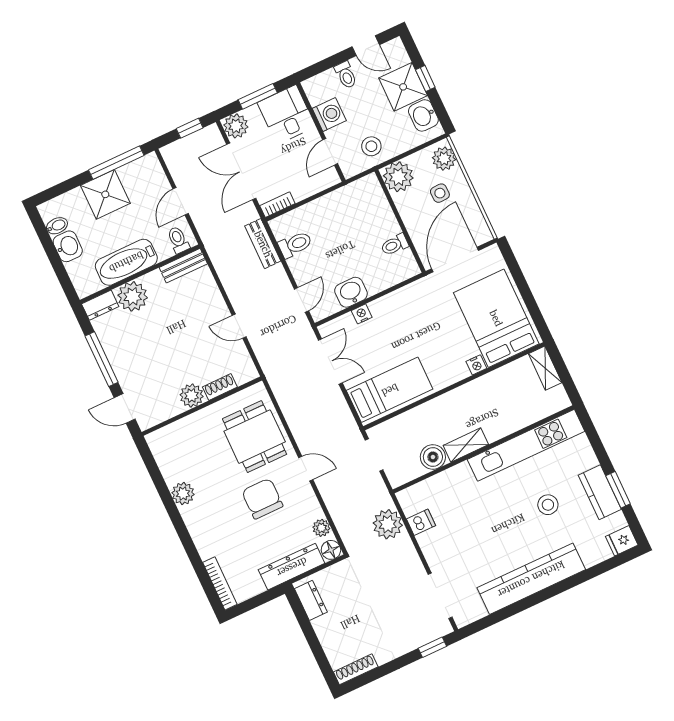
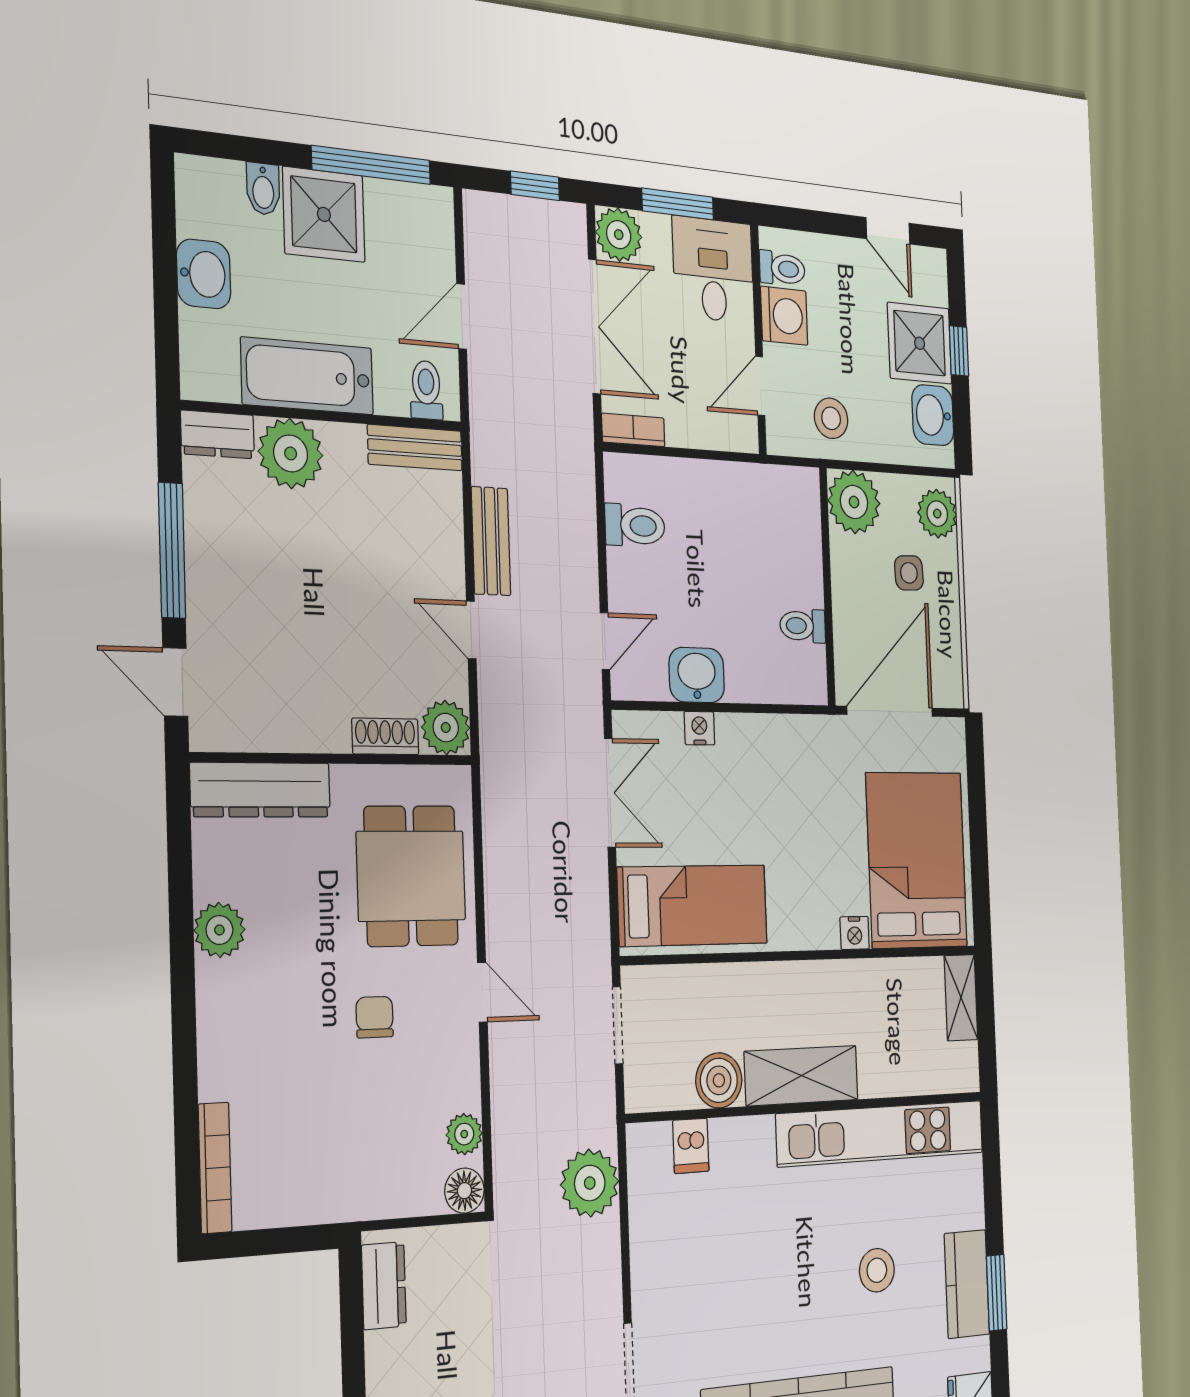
toilet: (346, 75) -> (782, 269), moved, turned -90
double door: (241, 171) -> (594, 327), swing flipped
bidet: (57, 226) -> (263, 189), moved, turned 90
bench: (263, 244) -> (491, 541), moved
plant: (192, 396) -> (446, 728), moved
shelving: (466, 445) -> (801, 1076), width x1.50, depth x1.33
chair: (262, 499) -> (375, 1017), width x0.54, depth x0.54
dishwasher: (421, 522) -> (691, 1146), moved, turned 90
dresser: (292, 567) -> (261, 790), moved, turned 180

